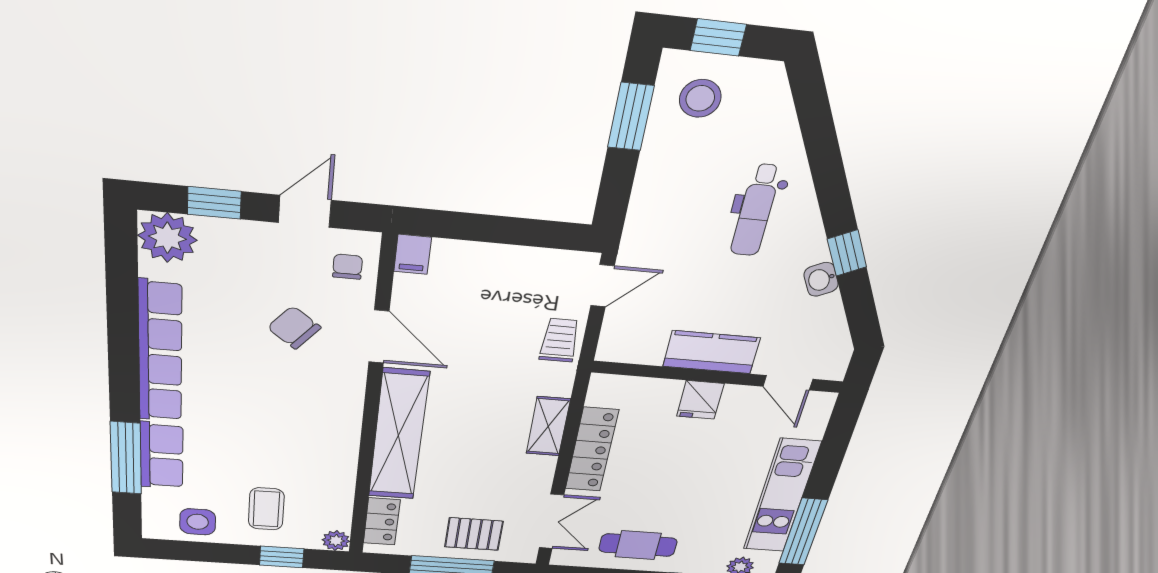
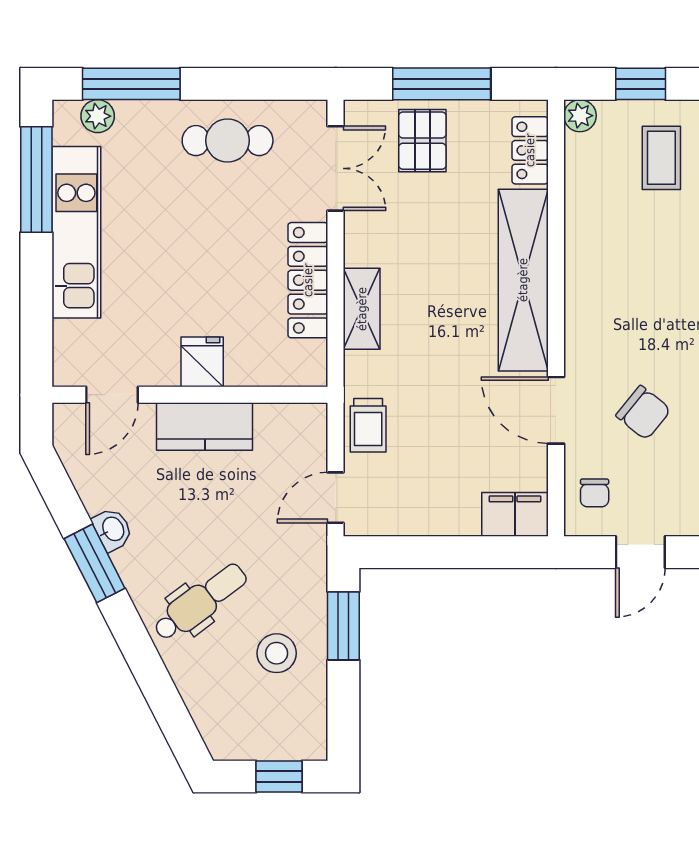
stool: (700, 98) -> (277, 653), moved
window: (631, 117) -> (343, 626), moved
dental chair: (756, 210) -> (200, 602), turned 53
window: (847, 253) -> (95, 563), width x1.50
filing cabinet: (413, 254) -> (515, 514), width x2.00
door: (788, 383) -> (112, 395), swing flipped
double door: (551, 522) -> (336, 168), swing flipped
pallet: (474, 534) -> (422, 141), turned 90

